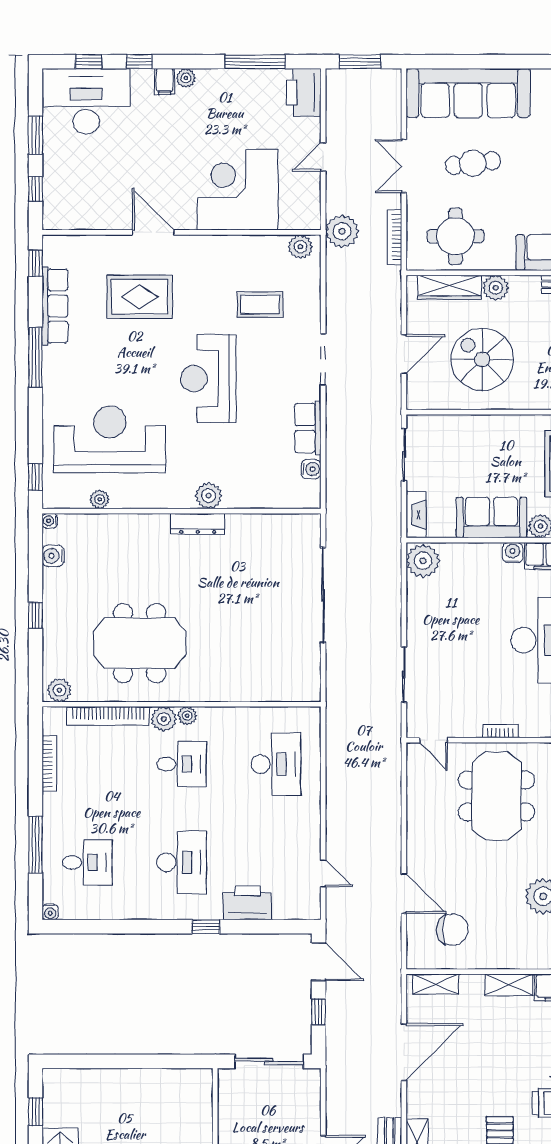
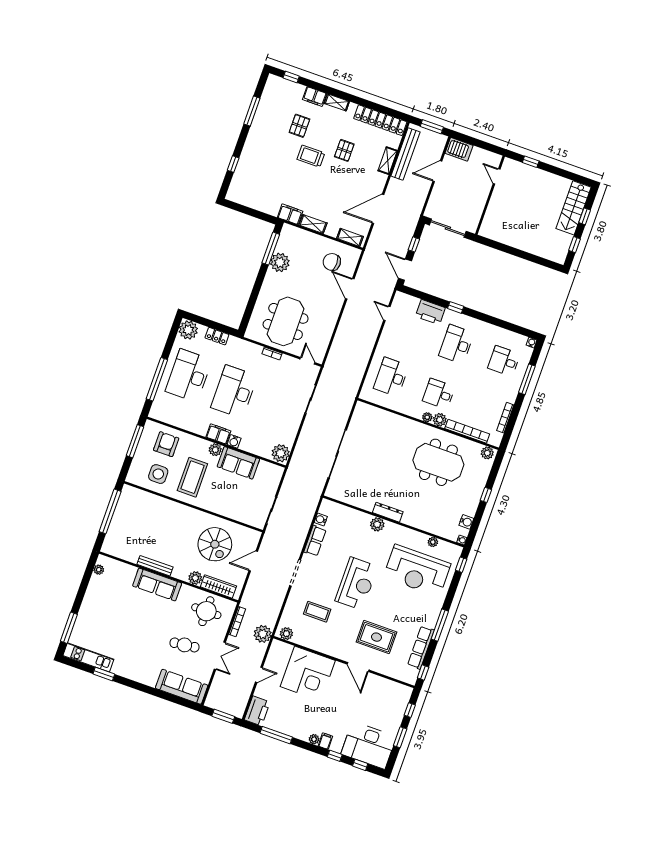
sofa: (468, 93) -> (182, 687), width x0.74, depth x0.79
fireplace: (416, 515) -> (276, 478), removed

